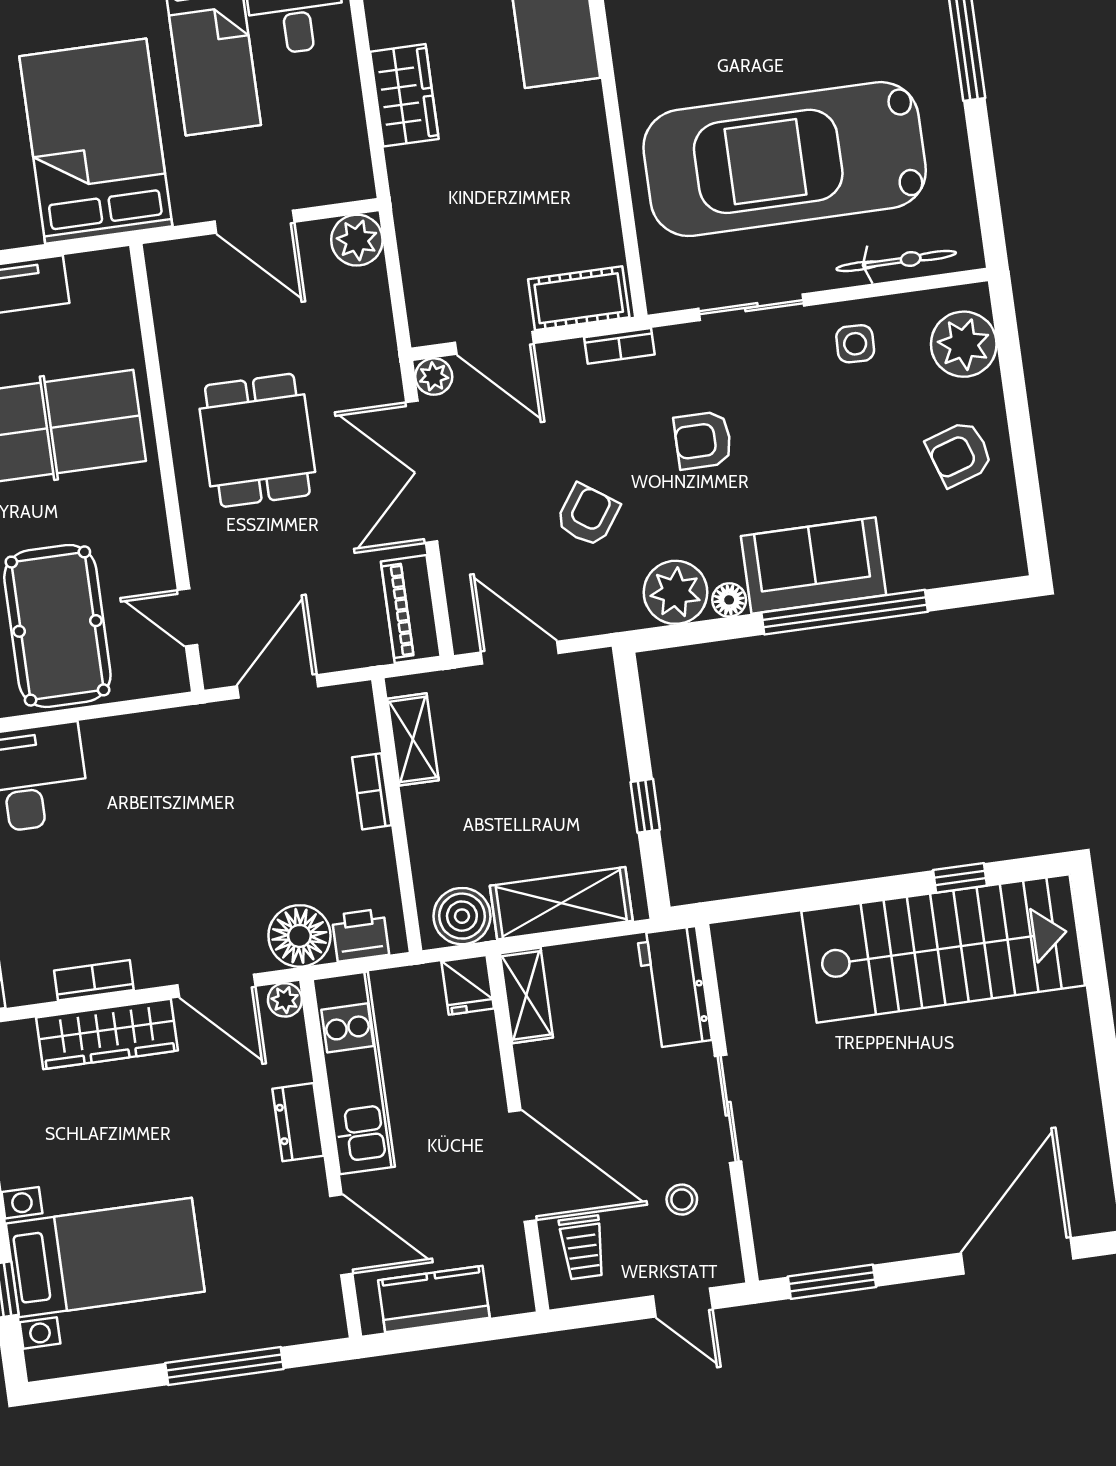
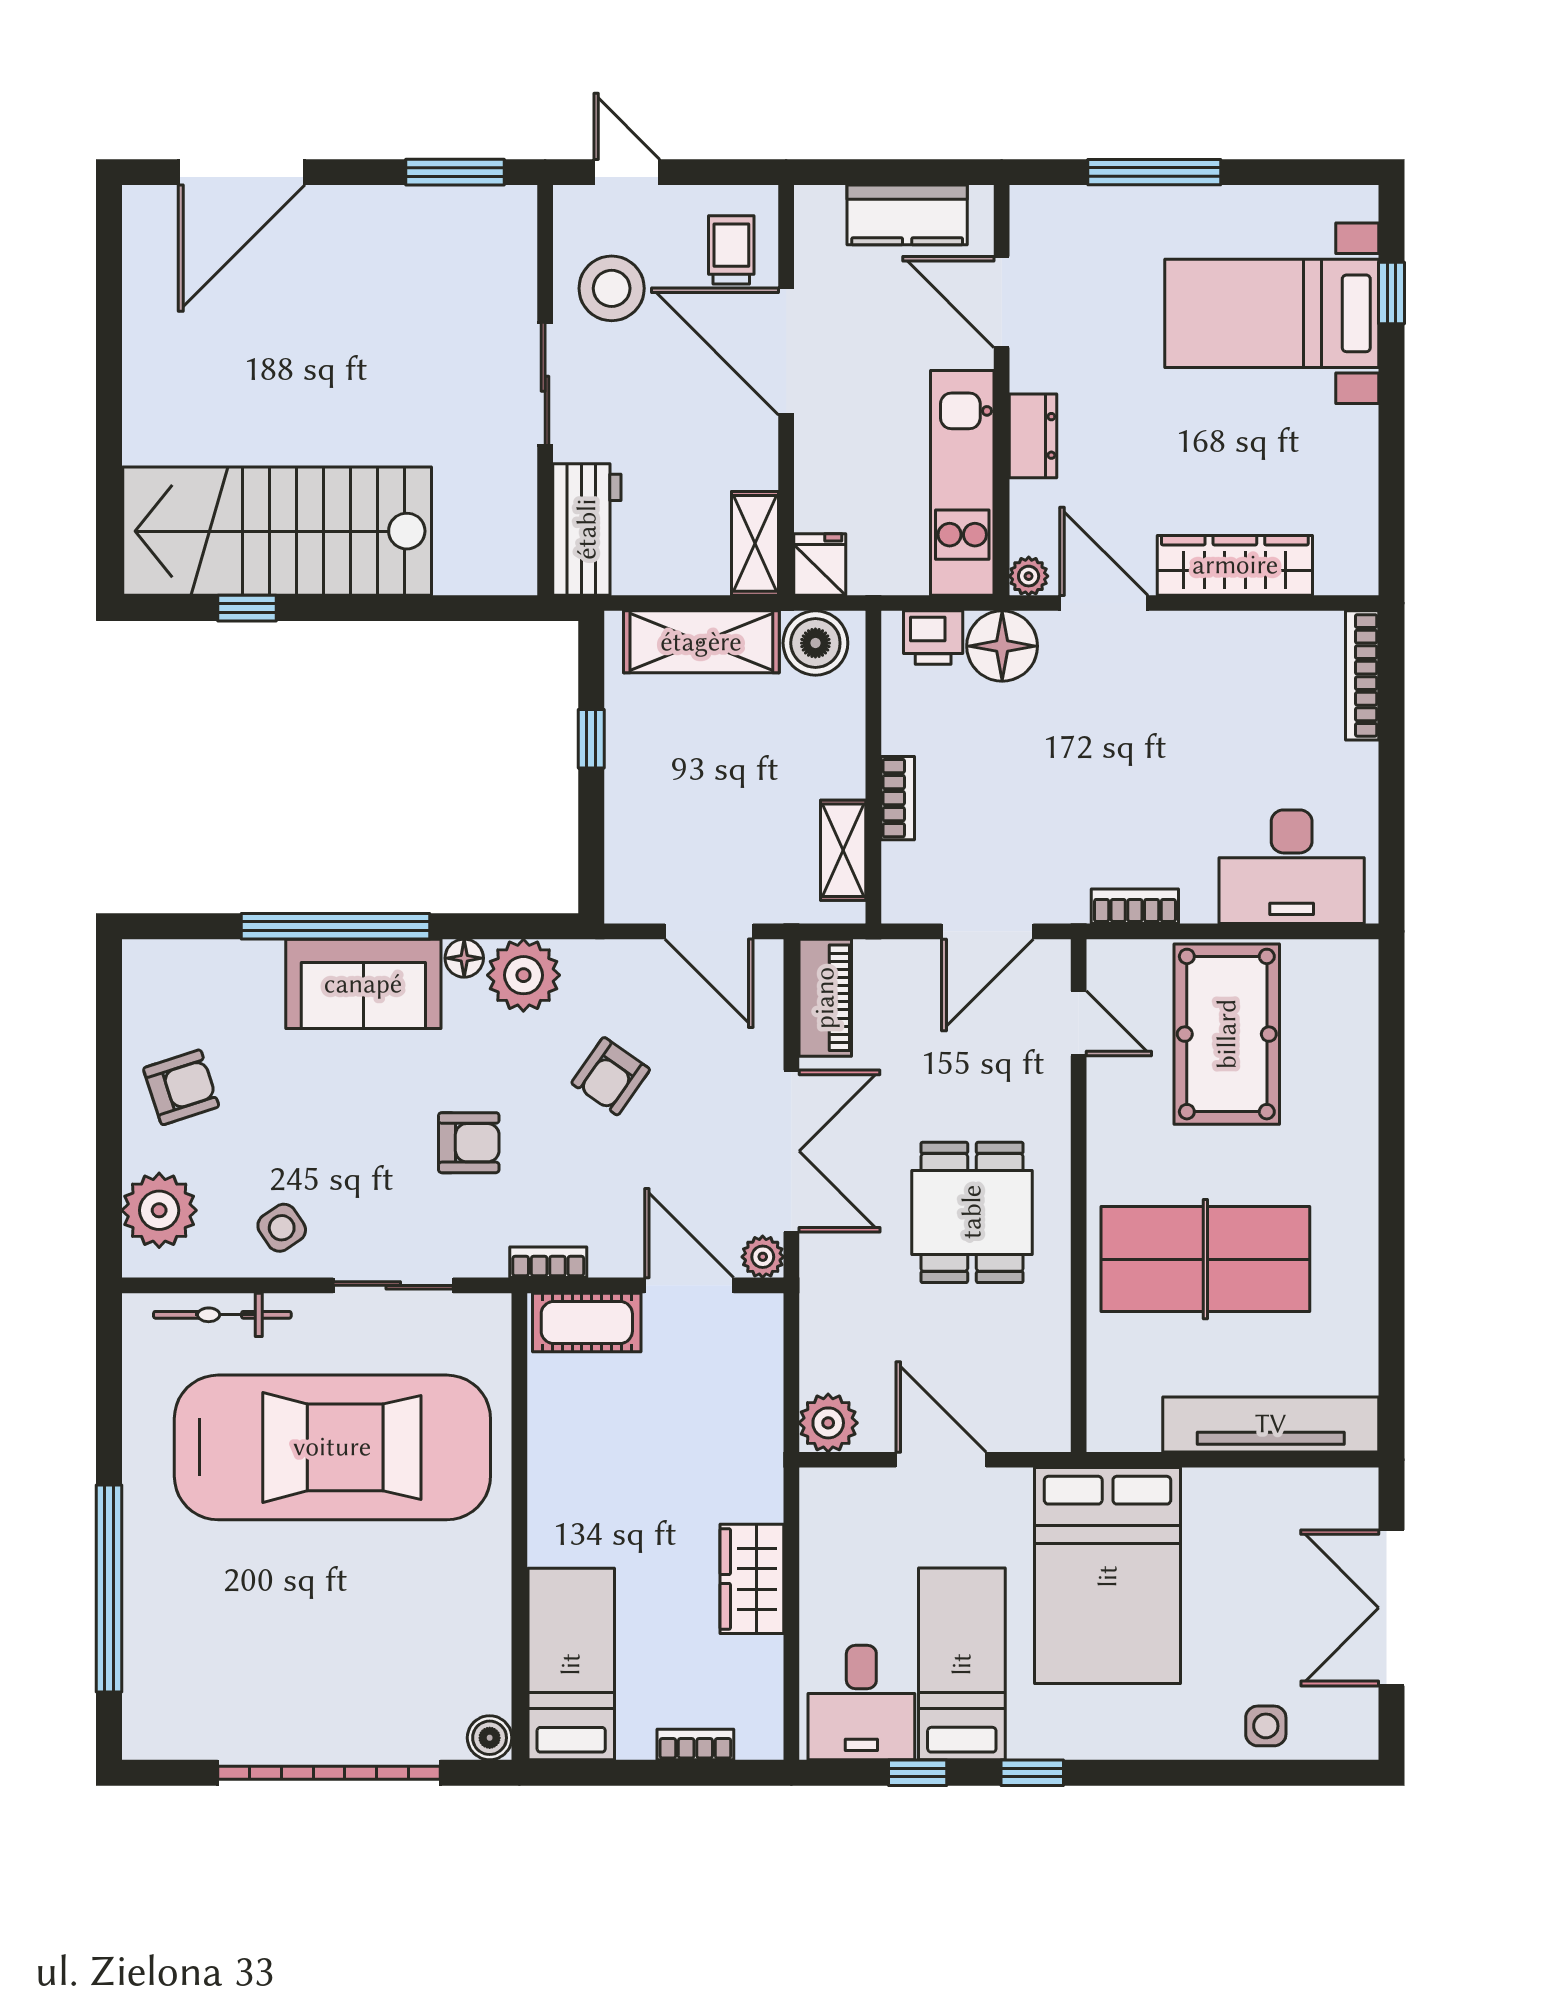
side table: (855, 344) -> (282, 1228), turned -36
bookcase: (94, 980) -> (1135, 906), moved, turned 180
stool: (682, 1200) -> (612, 288), width x1.89, depth x1.89

